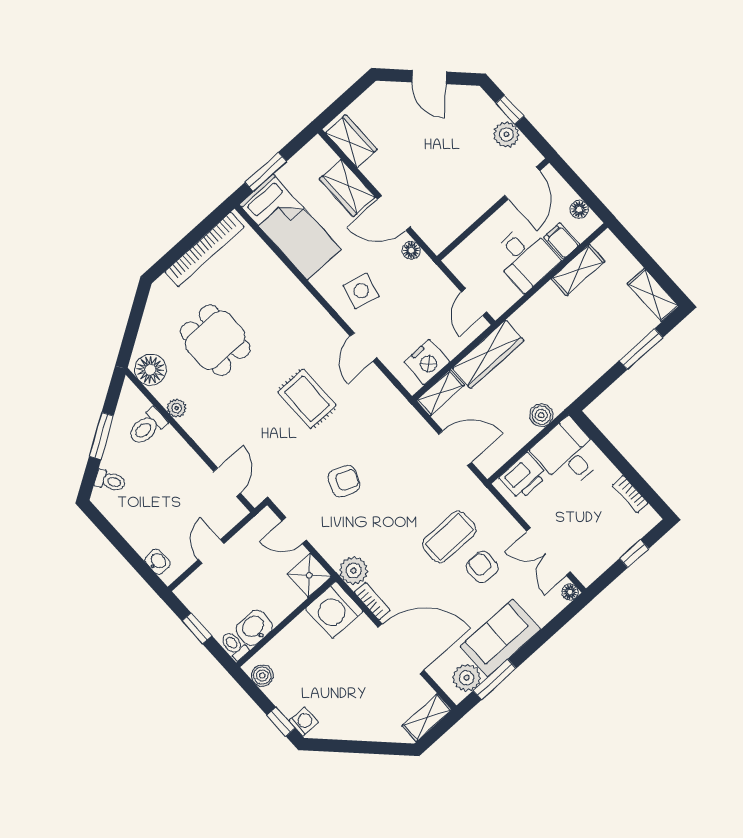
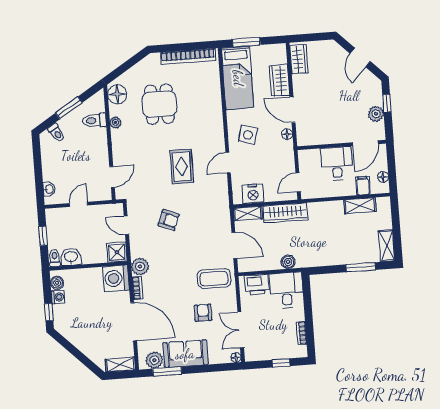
desk: (525, 258) -> (337, 164), moved, turned 180
coffee table: (449, 537) -> (214, 279), moved
washing machine: (304, 722) -> (58, 297), moved

